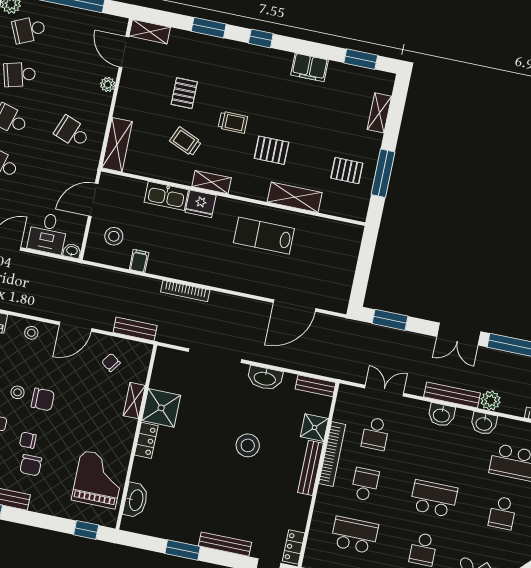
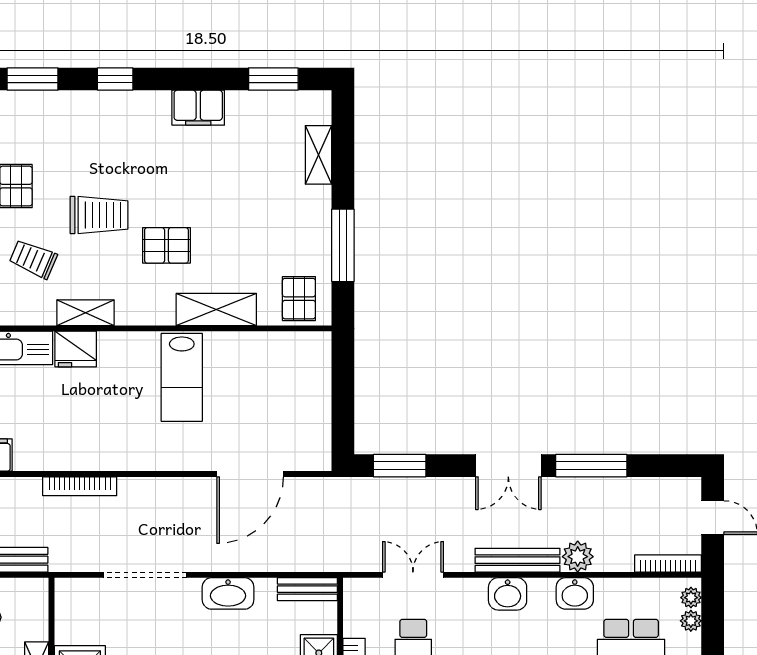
trolley: (233, 122) -> (99, 215), width x1.36, depth x1.39
pallet: (347, 171) -> (299, 299), moved, turned 90
lab bench: (264, 236) -> (182, 377), turned -90

